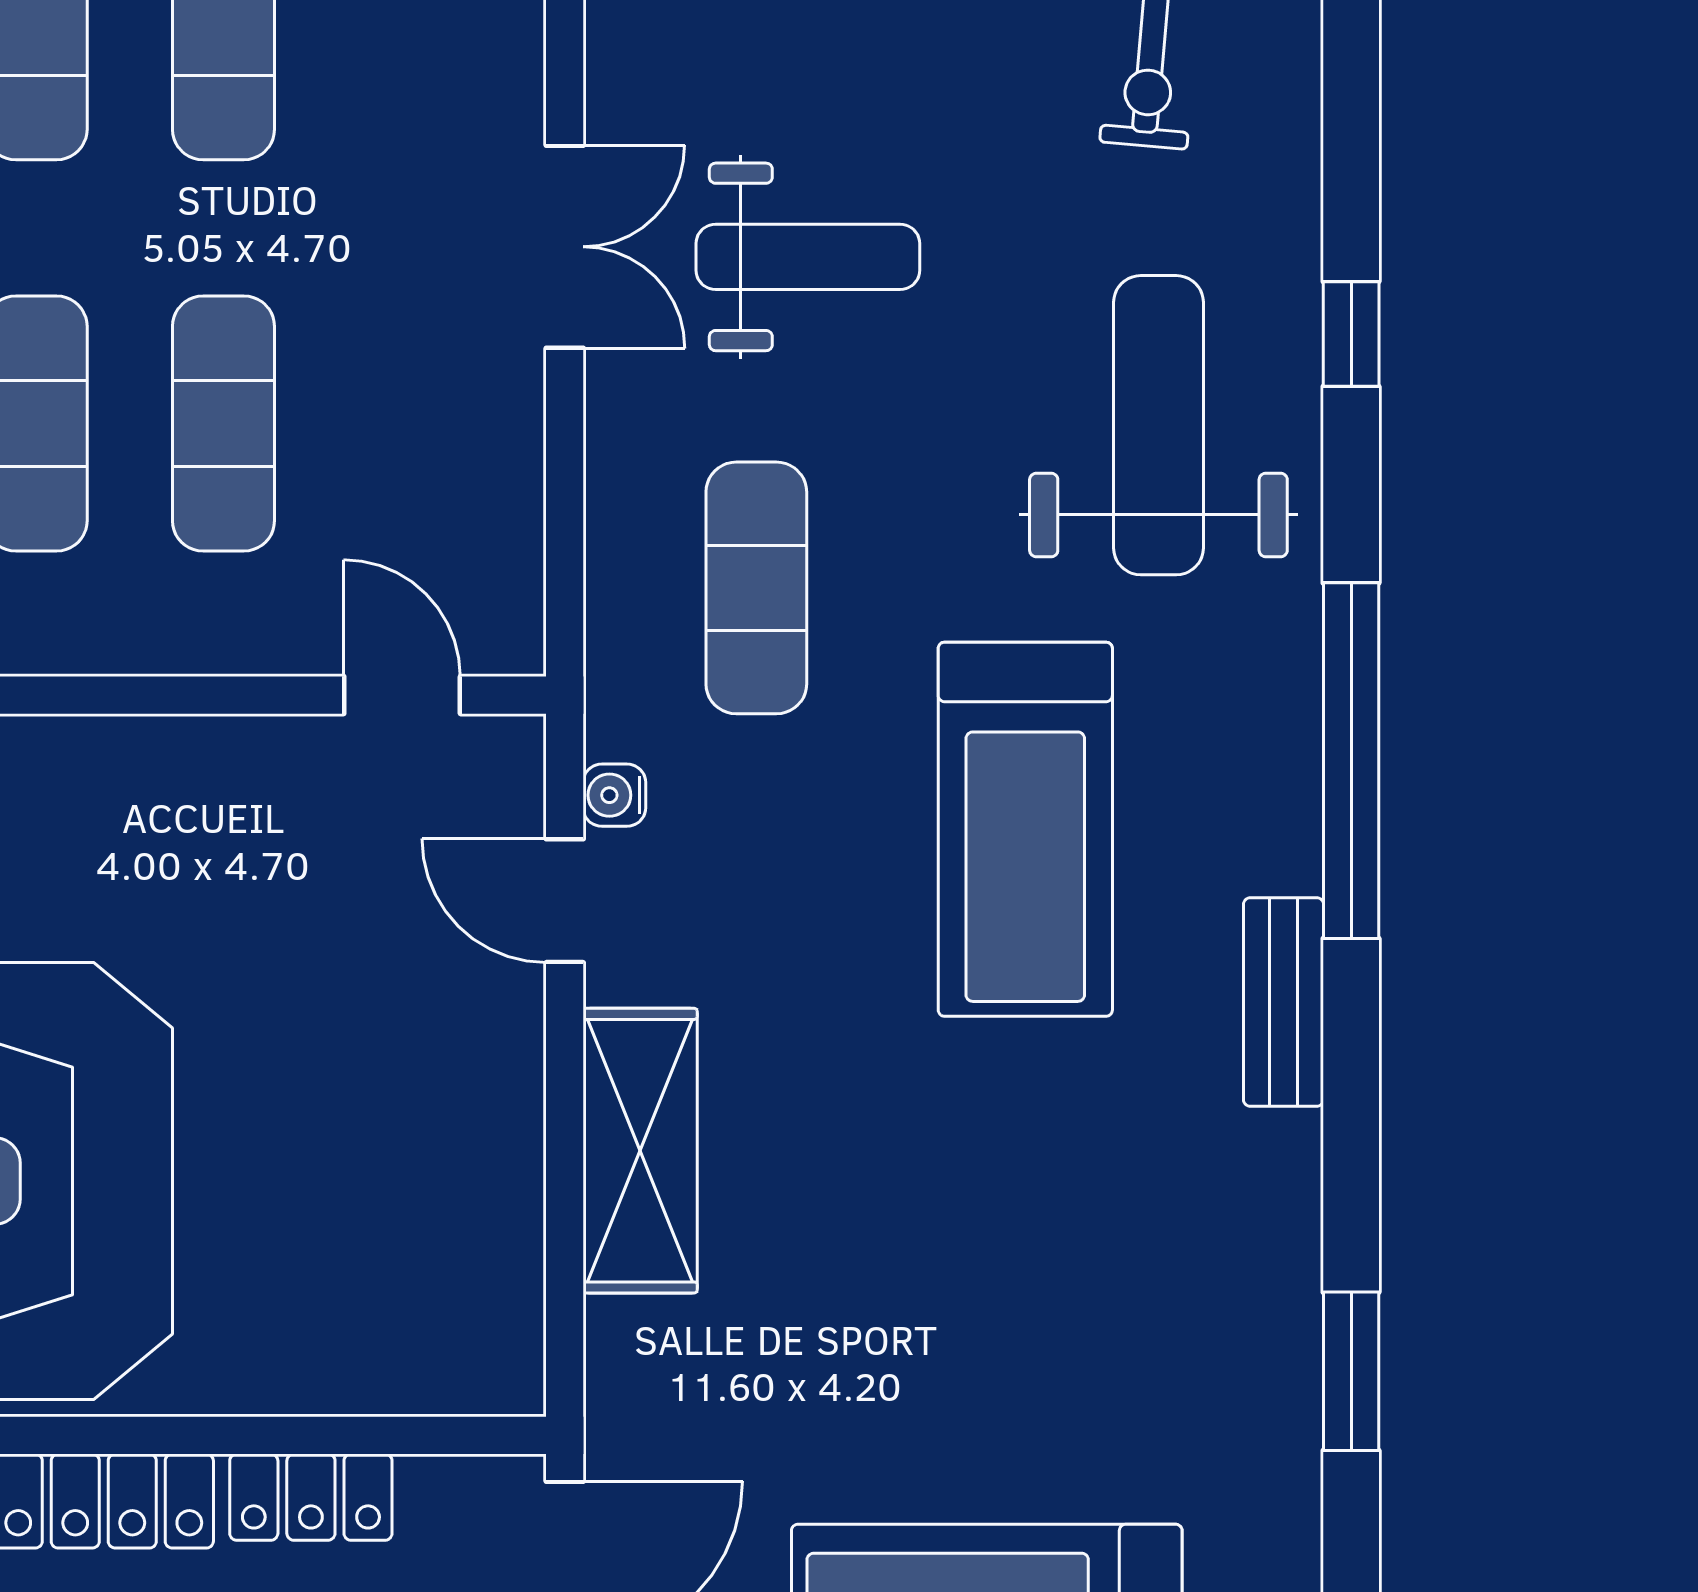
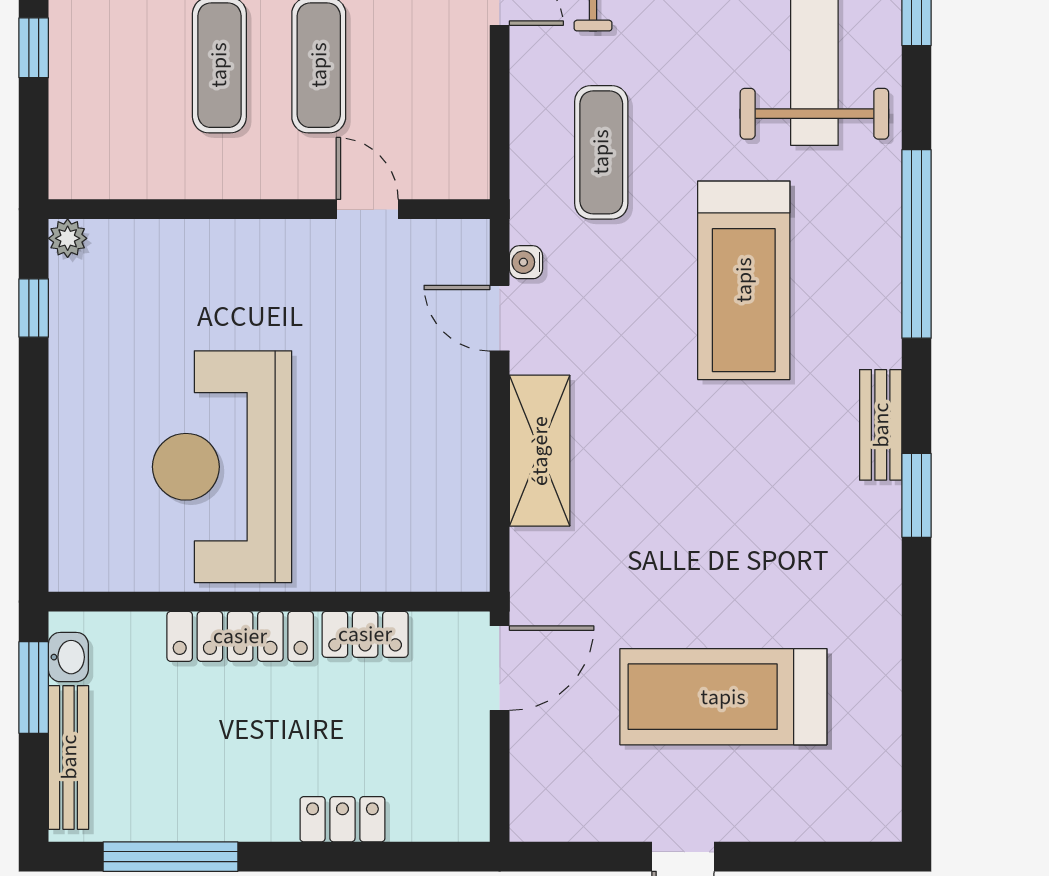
door: (402, 695) -> (367, 209), moved
bench: (1284, 1002) -> (881, 425), moved
window: (1351, 1371) -> (917, 495), moved

